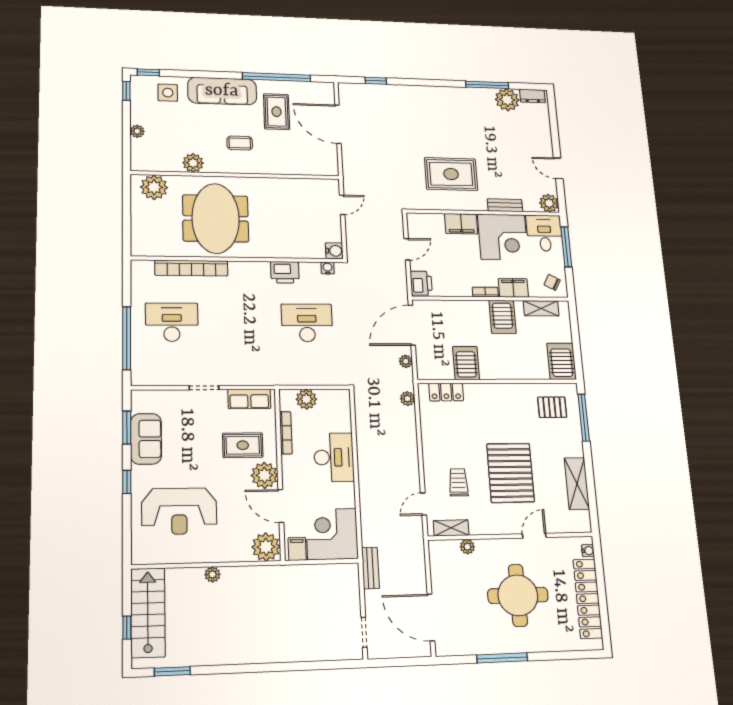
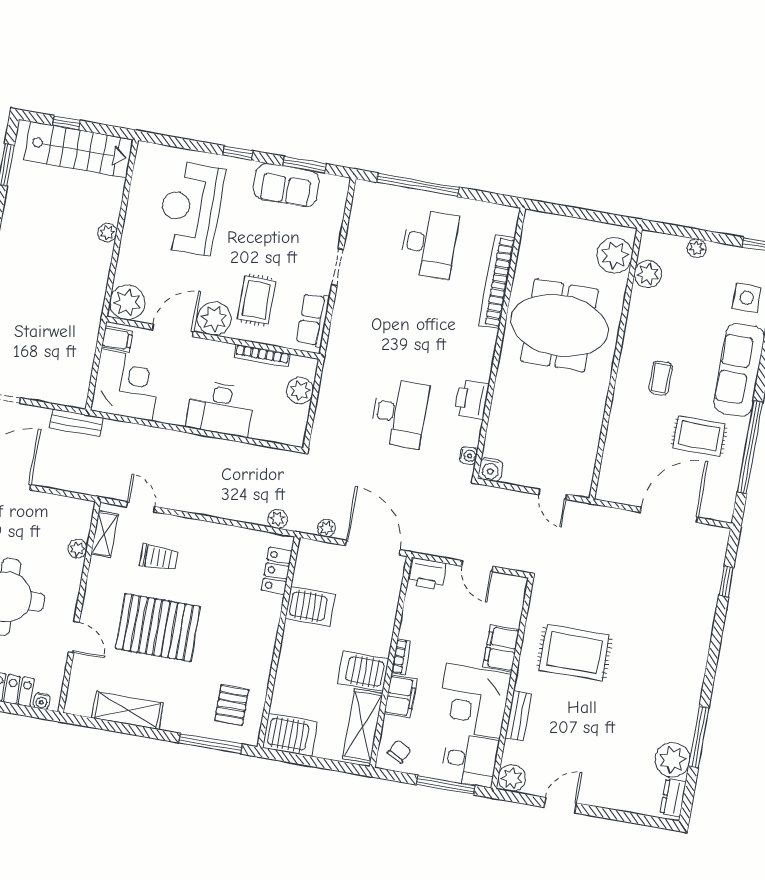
plant: (193, 163) -> (648, 274), moved
rug: (451, 174) -> (574, 652), turned 90
shelving: (541, 308) -> (363, 726), width x1.50, depth x1.33

